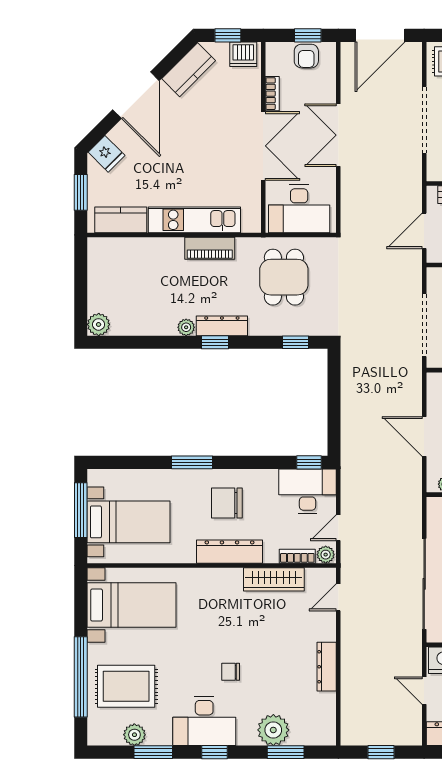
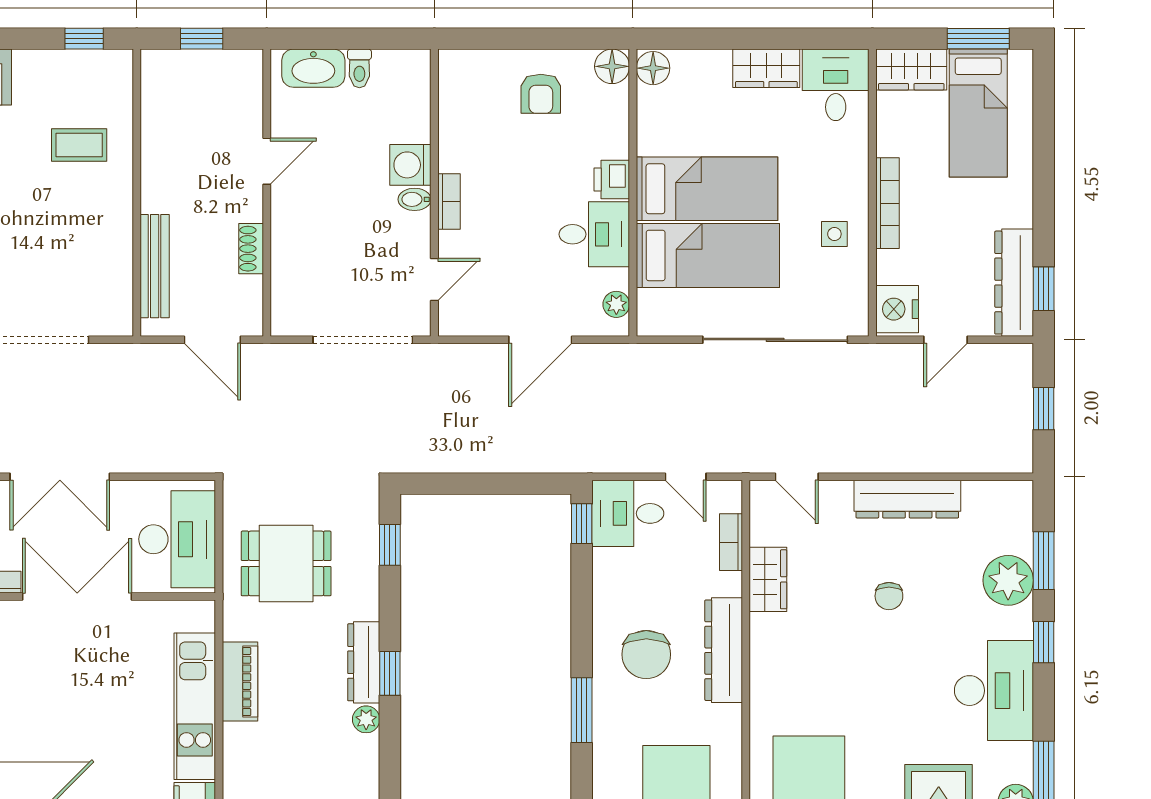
desk: (307, 491) -> (628, 513), width x0.73
plant: (326, 555) -> (728, 497), removed
wardrobe: (274, 579) -> (768, 579), width x0.67
dresser: (327, 667) -> (907, 499), width x1.37, depth x1.24
chair: (231, 672) -> (889, 596), moved
window: (214, 752) -> (1044, 642), moved

